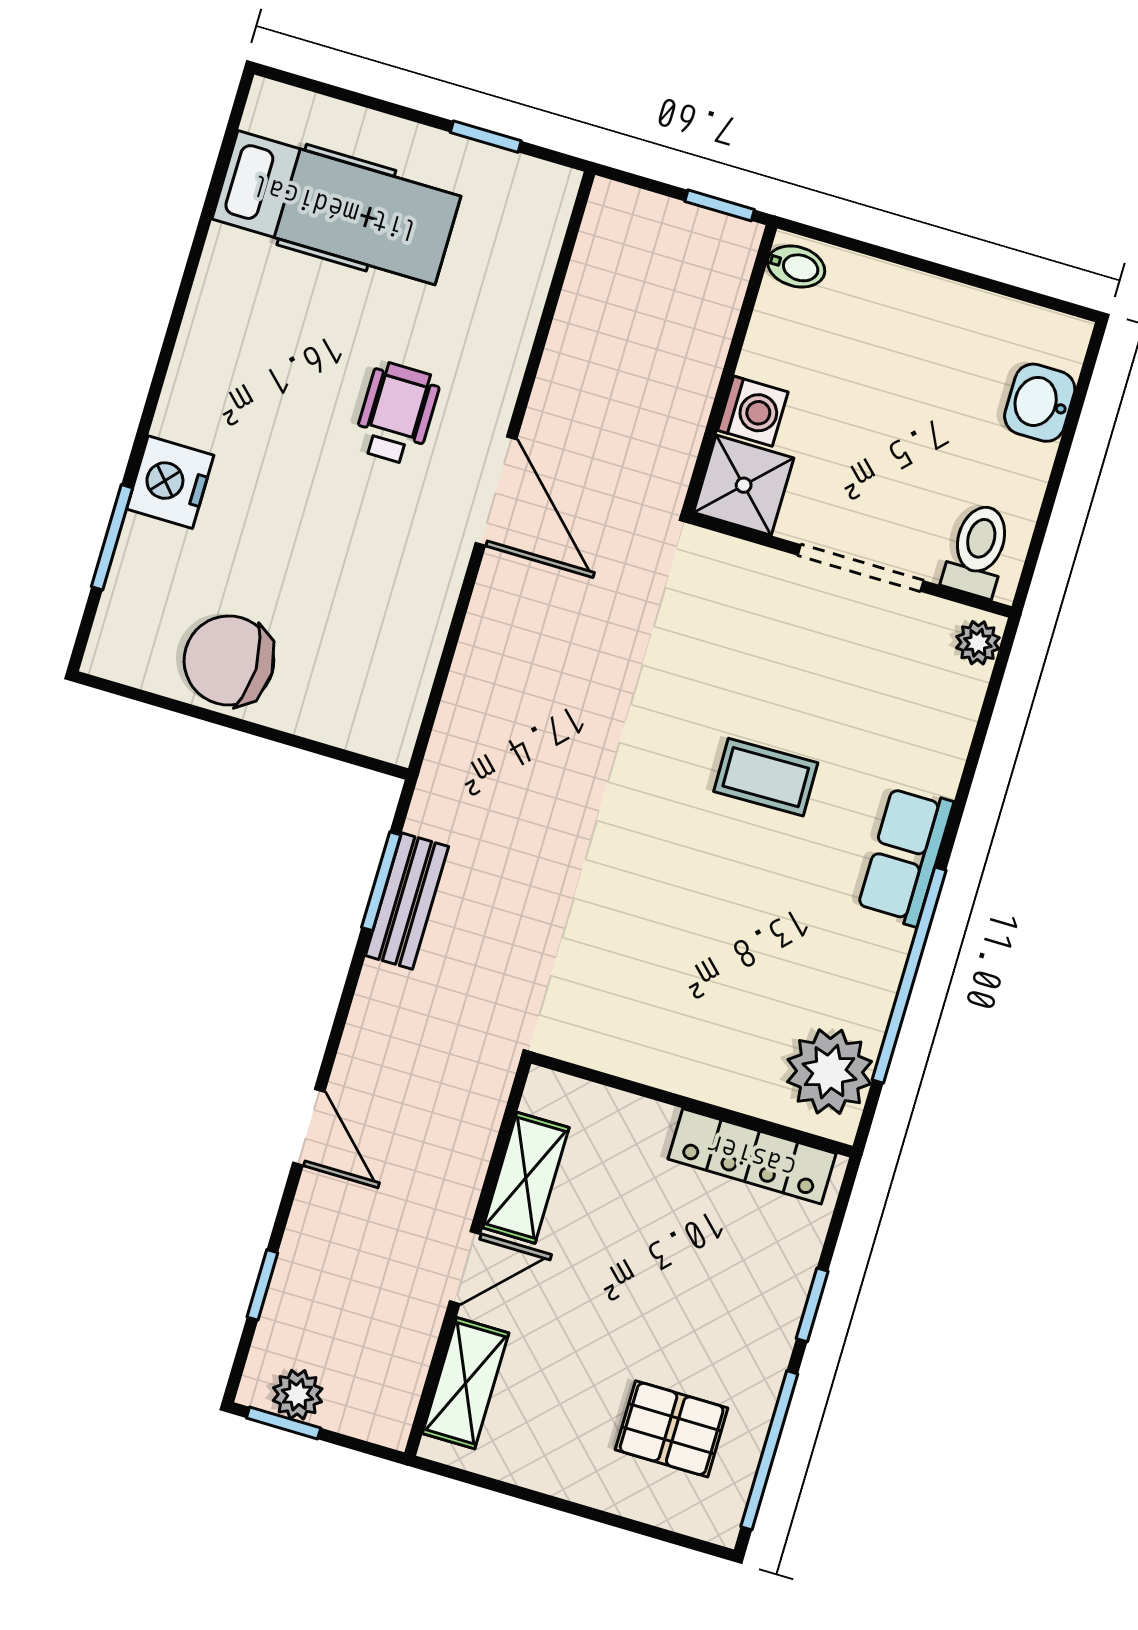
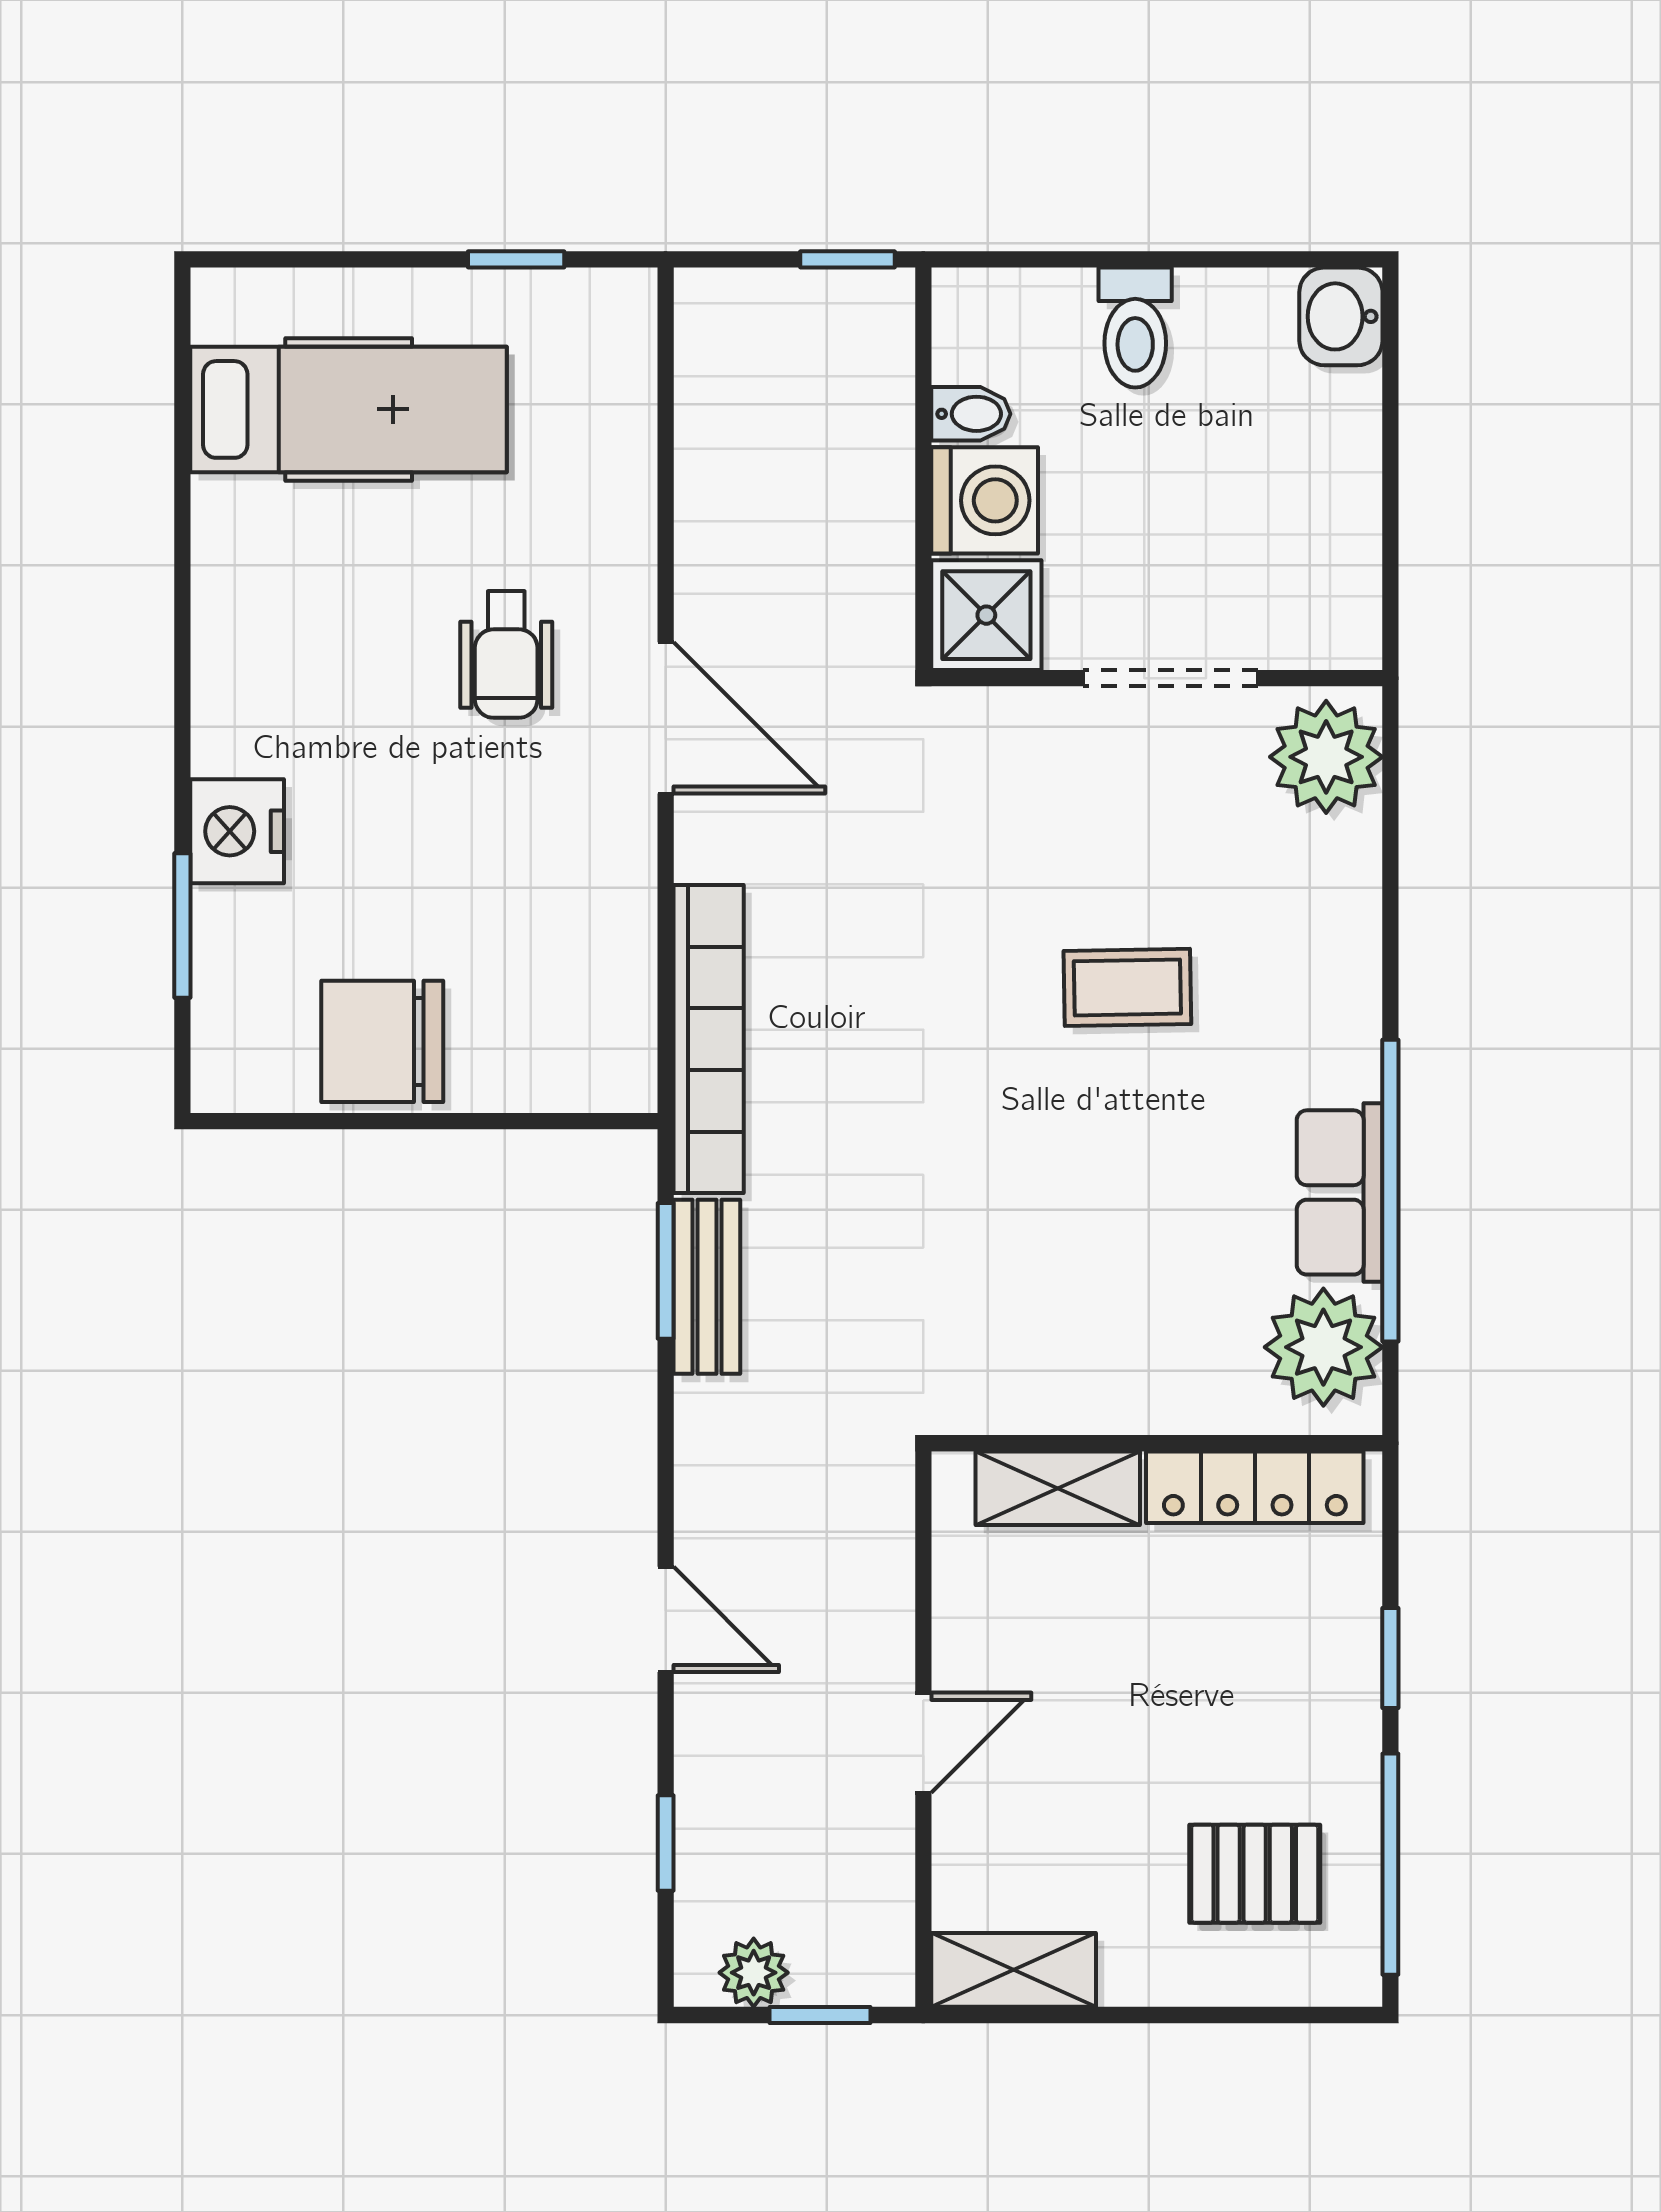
bidet: (796, 266) -> (971, 414), moved
washbasin: (1040, 403) -> (1341, 316), moved
washing machine: (753, 411) -> (985, 500), width x1.38, depth x1.38
wheelchair: (397, 413) -> (506, 655), turned 180
toilet: (978, 550) -> (1135, 328), moved, turned 180
plant: (978, 643) -> (1326, 757), width x1.88, depth x1.88
bookcase: (460, 727) -> (709, 1039), added
row of seats: (905, 856) -> (1340, 1192), moved
shelving: (526, 1178) -> (1058, 1488), moved, turned 90
shelving: (466, 1383) -> (1014, 1970), moved, turned 90
window: (284, 1423) -> (820, 2015), moved

